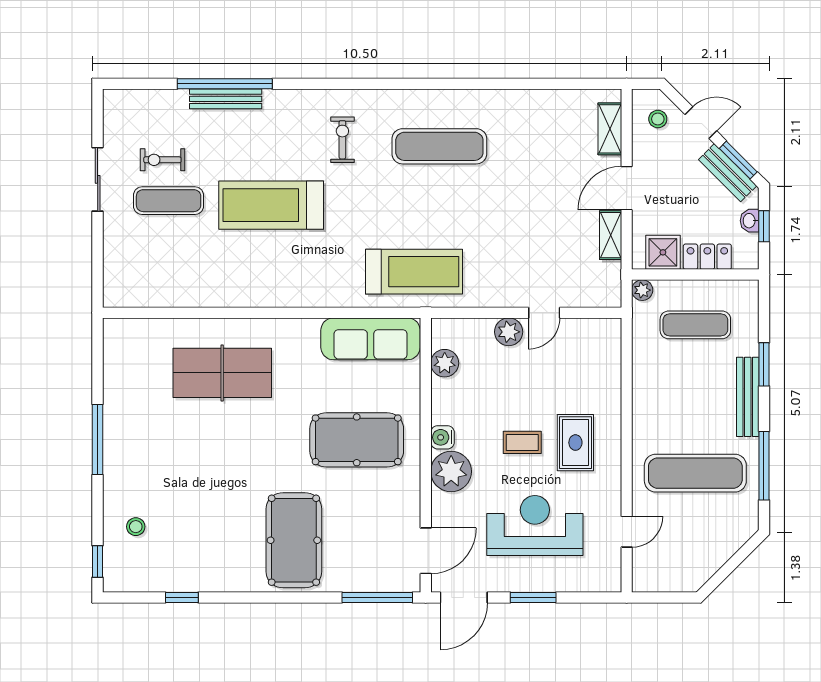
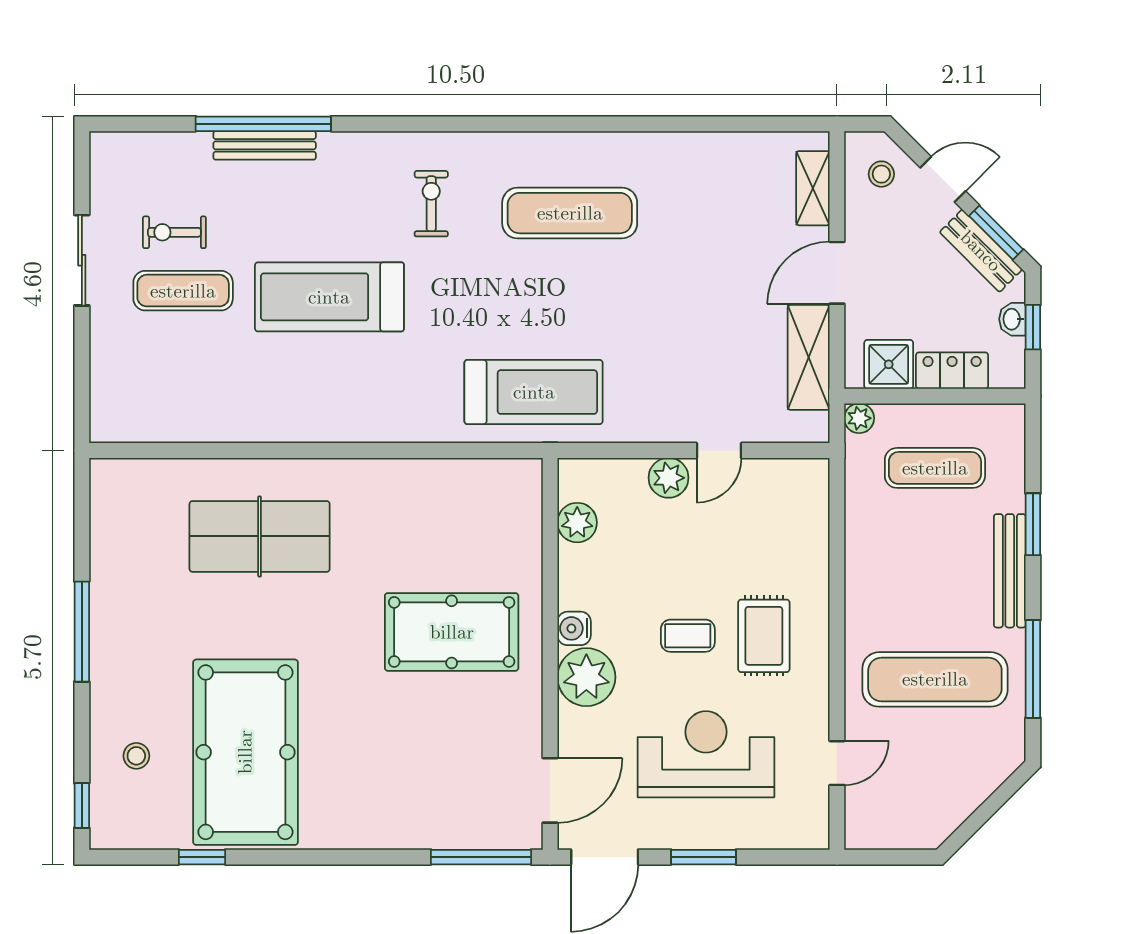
shelving: (611, 235) -> (809, 357), width x1.50, depth x1.33
sofa: (371, 339) -> (471, 488), removed
pool table: (294, 540) -> (245, 752), moved, width x1.36, depth x1.32

